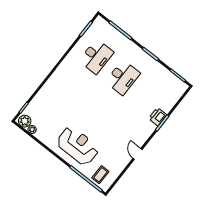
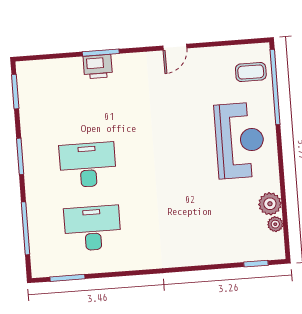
plant: (25, 121) -> (270, 204), moved
reception desk: (78, 146) -> (240, 140), turned 180

